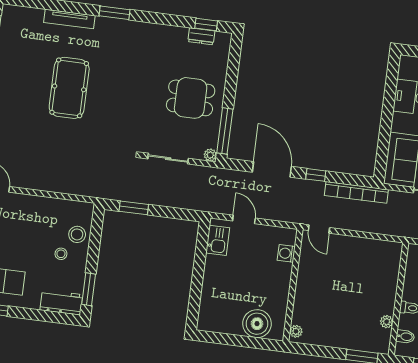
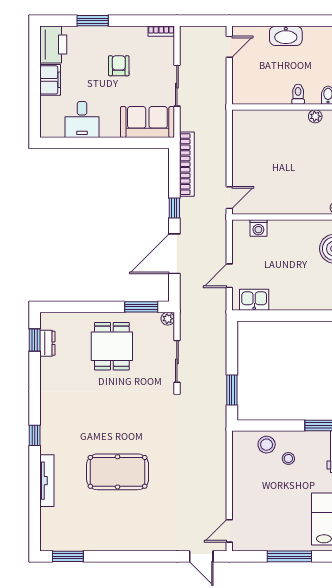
window: (114, 13) -> (35, 435), width x0.67
window: (225, 131) -> (141, 307), width x0.69

